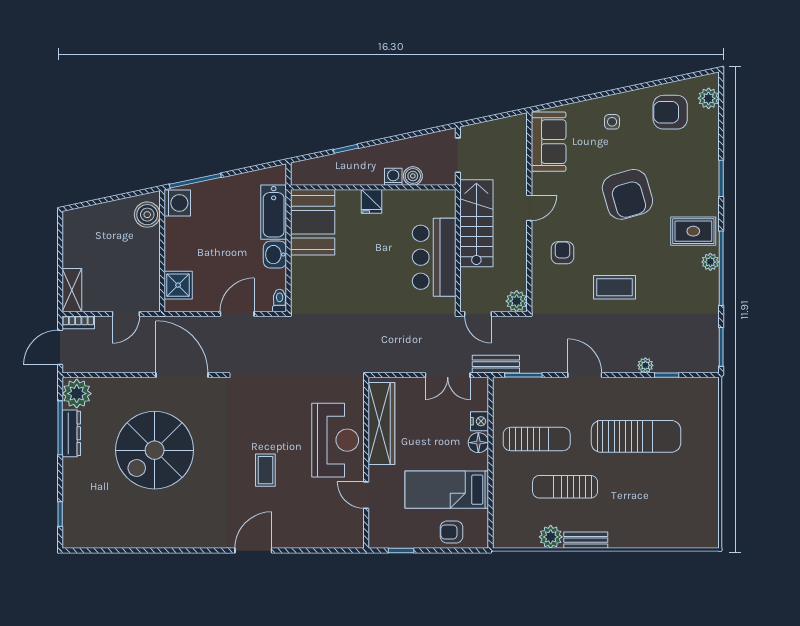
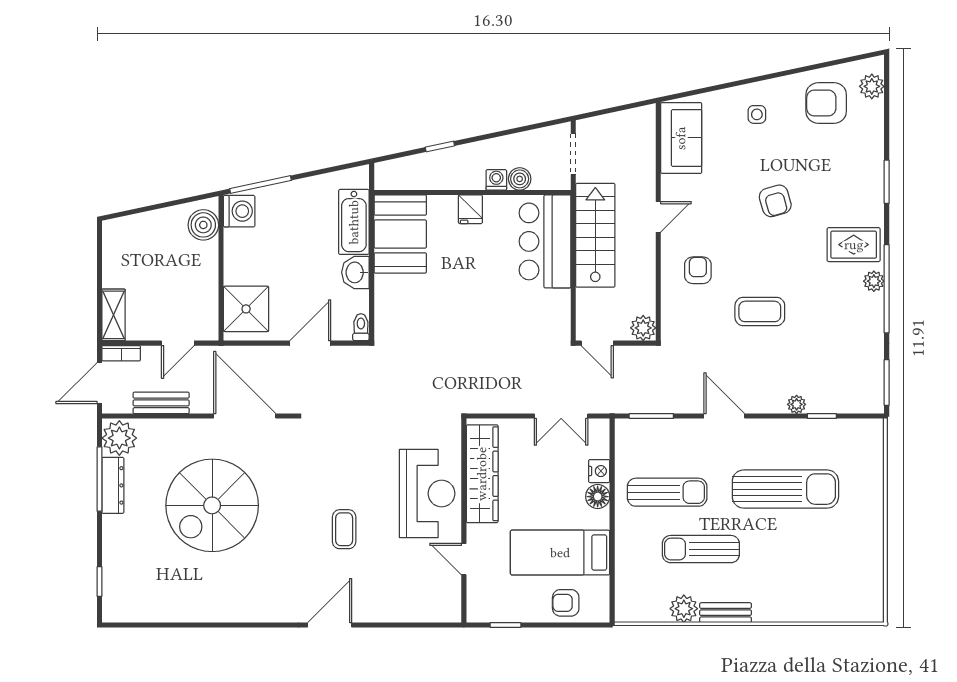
armchair: (627, 194) -> (775, 201), width x0.53, depth x0.53
bar counter: (434, 257) -> (545, 241), moved
shower: (178, 285) -> (246, 309), width x1.36, depth x1.36
bench: (496, 364) -> (161, 403), moved

